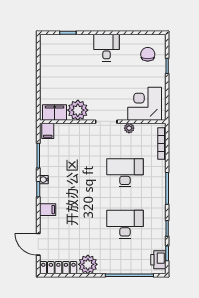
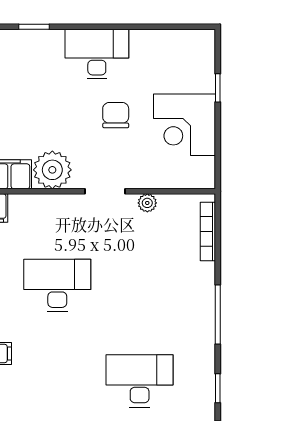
desk: (107, 48) -> (97, 54), width x1.37
chair: (148, 54) -> (116, 115), moved
corner desk: (145, 104) -> (184, 125), moved, turned -90
desk: (125, 173) -> (57, 285), moved

